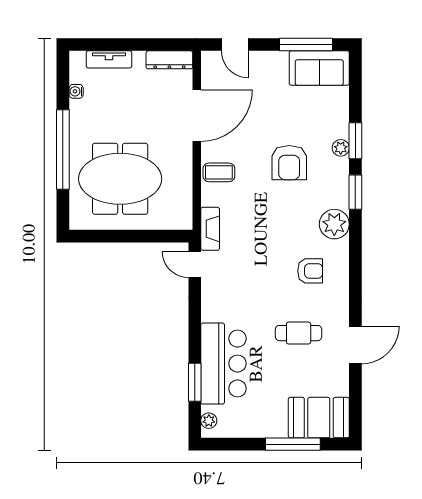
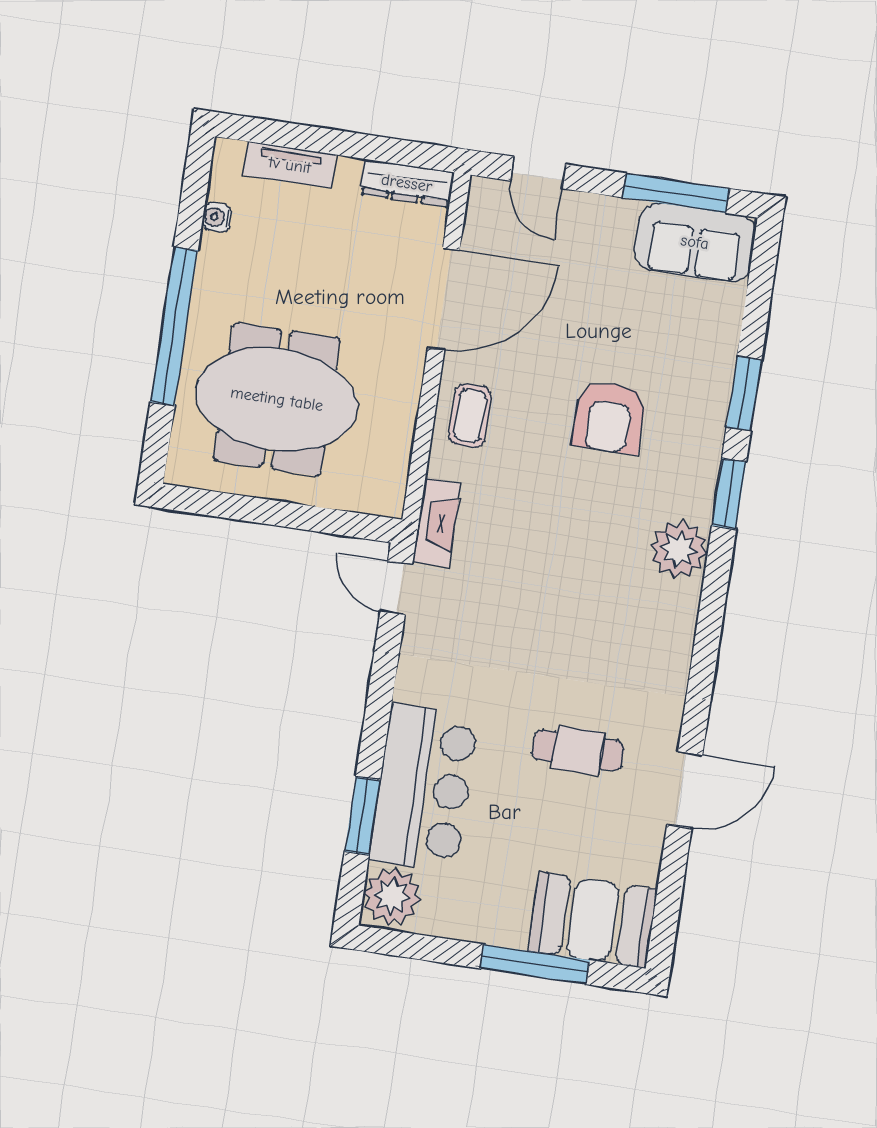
plant: (341, 148) -> (714, 404), removed
coffee table: (219, 172) -> (470, 416), turned 90
armchair: (310, 271) -> (618, 633), removed
plant: (209, 421) -> (392, 896), width x1.88, depth x1.88

